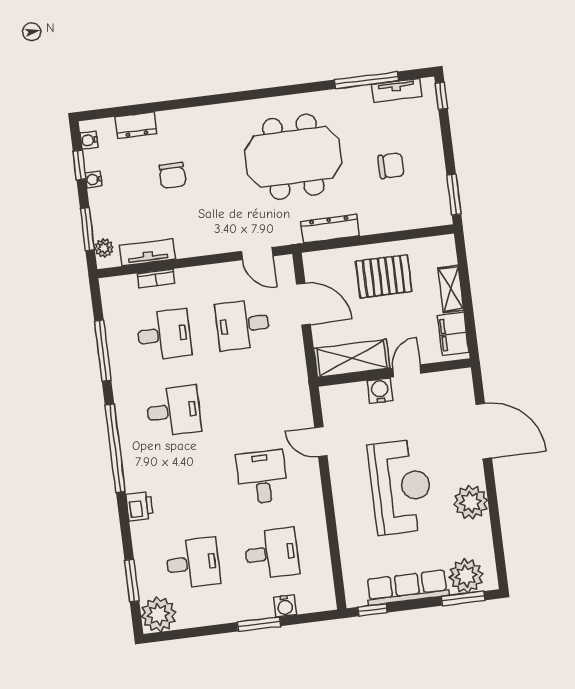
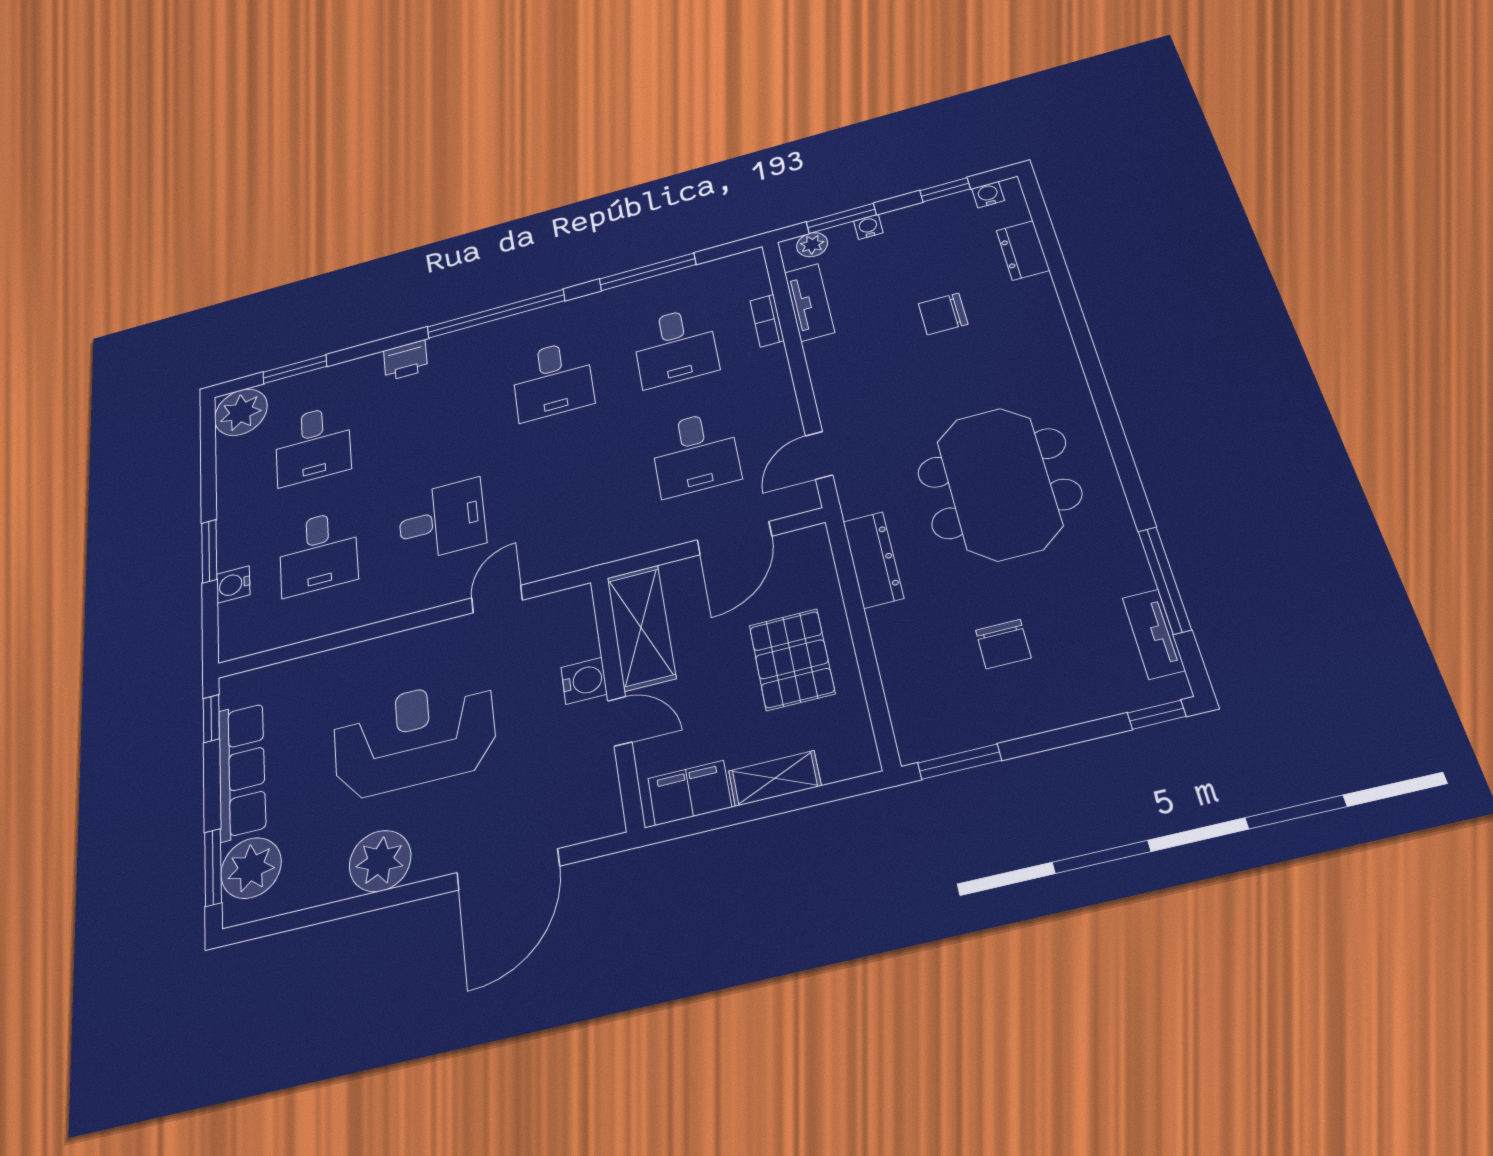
water cooler: (94, 179) -> (868, 227), moved
desk: (243, 325) -> (695, 453), turned 180
reception desk: (401, 487) -> (414, 737), turned 180

